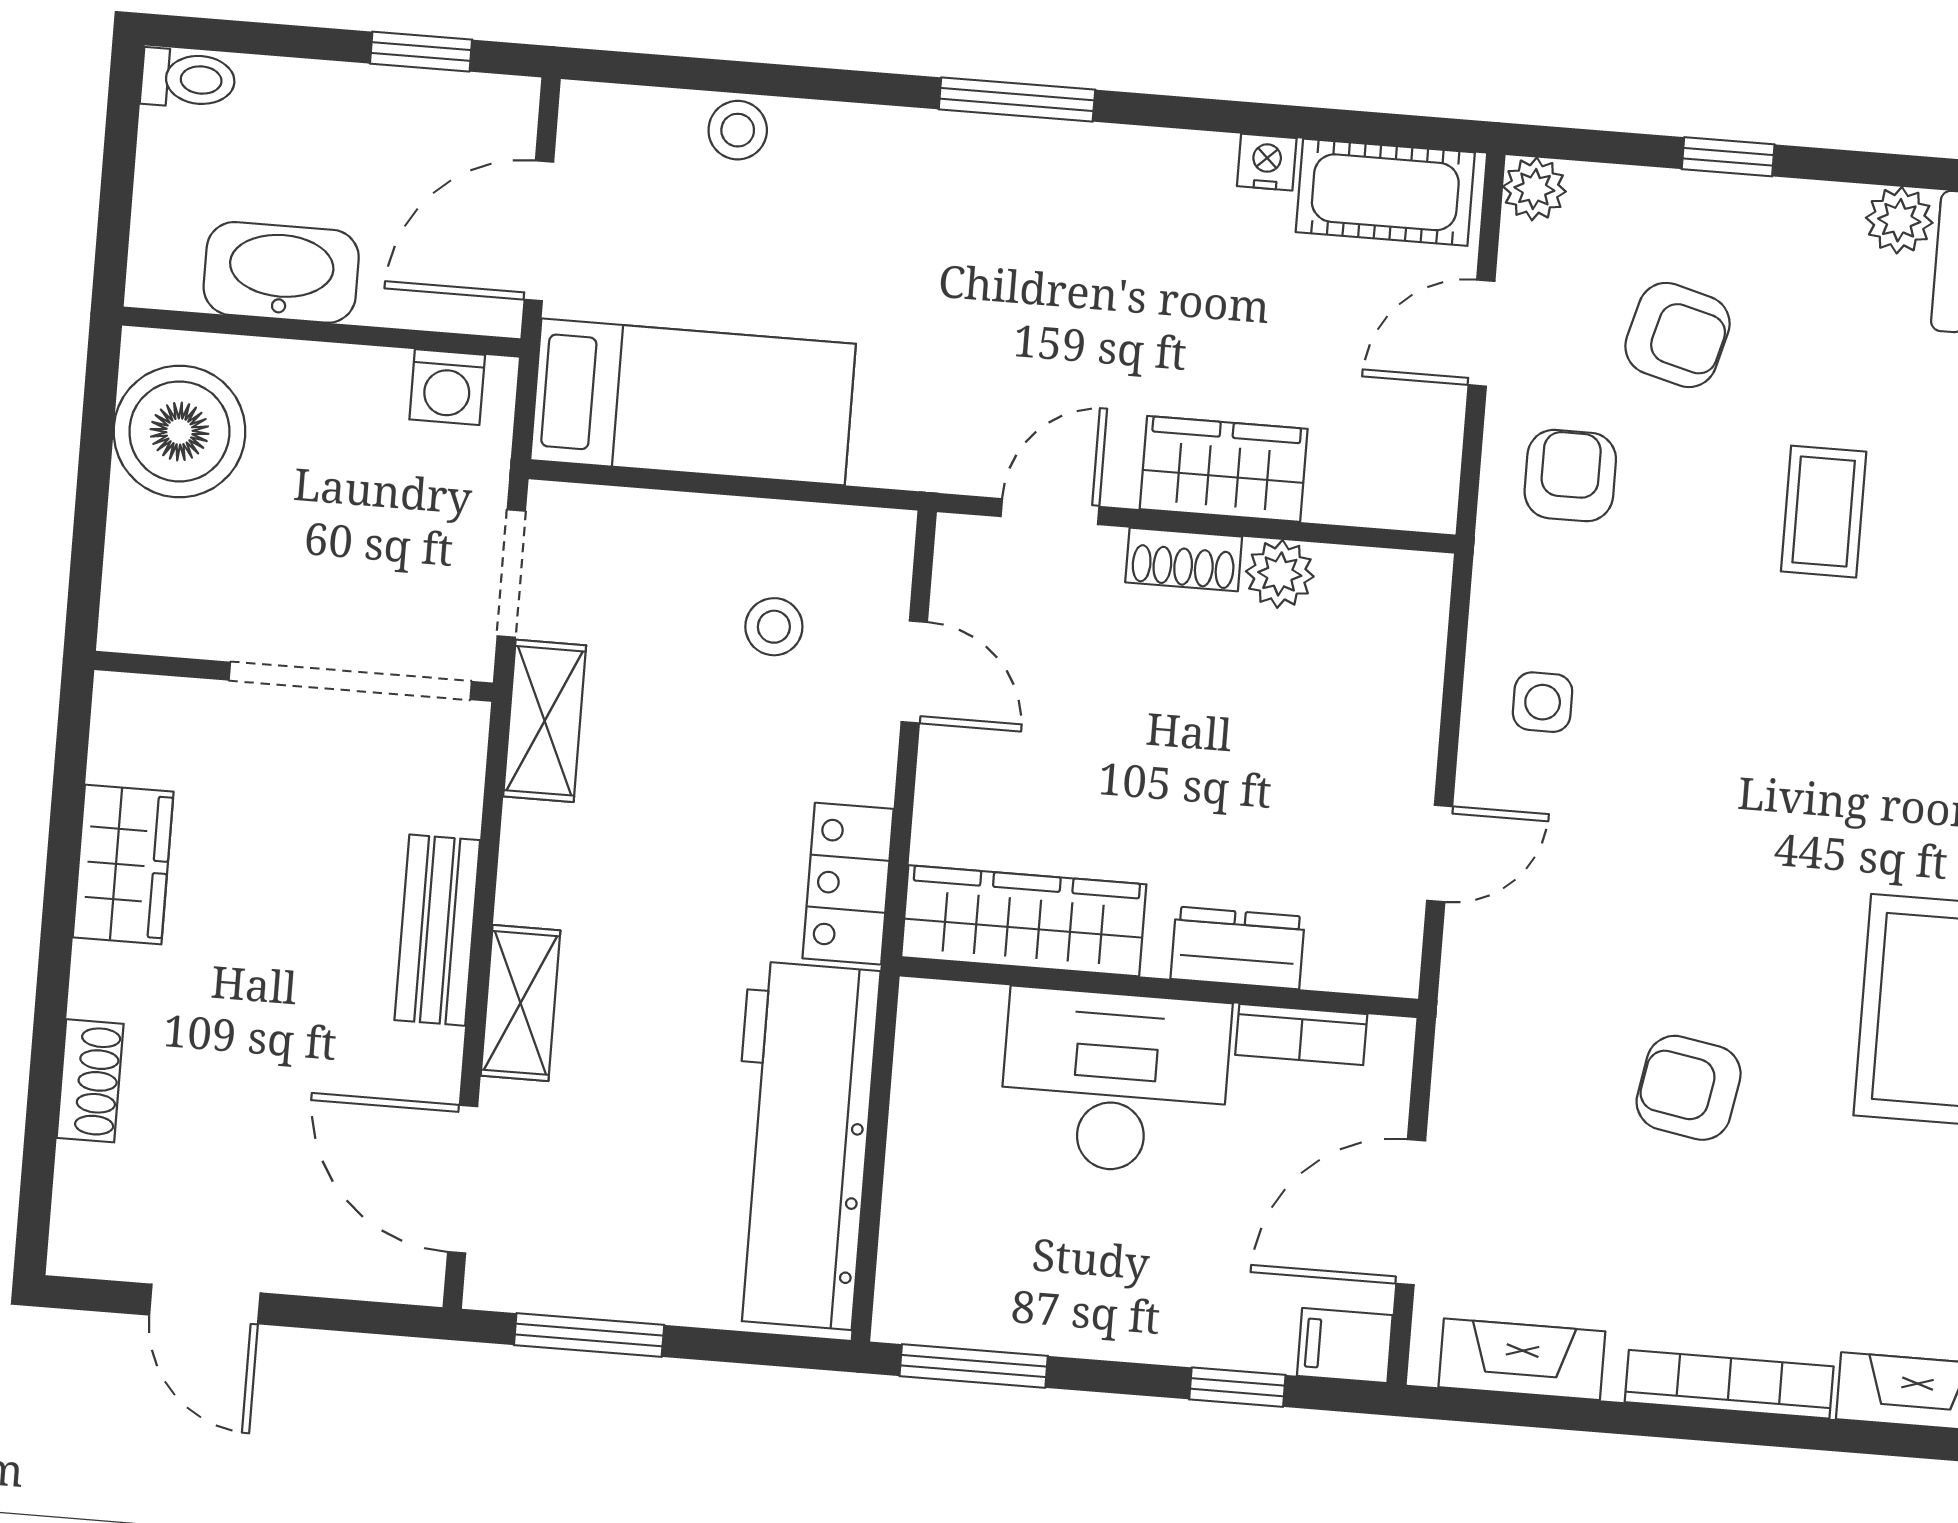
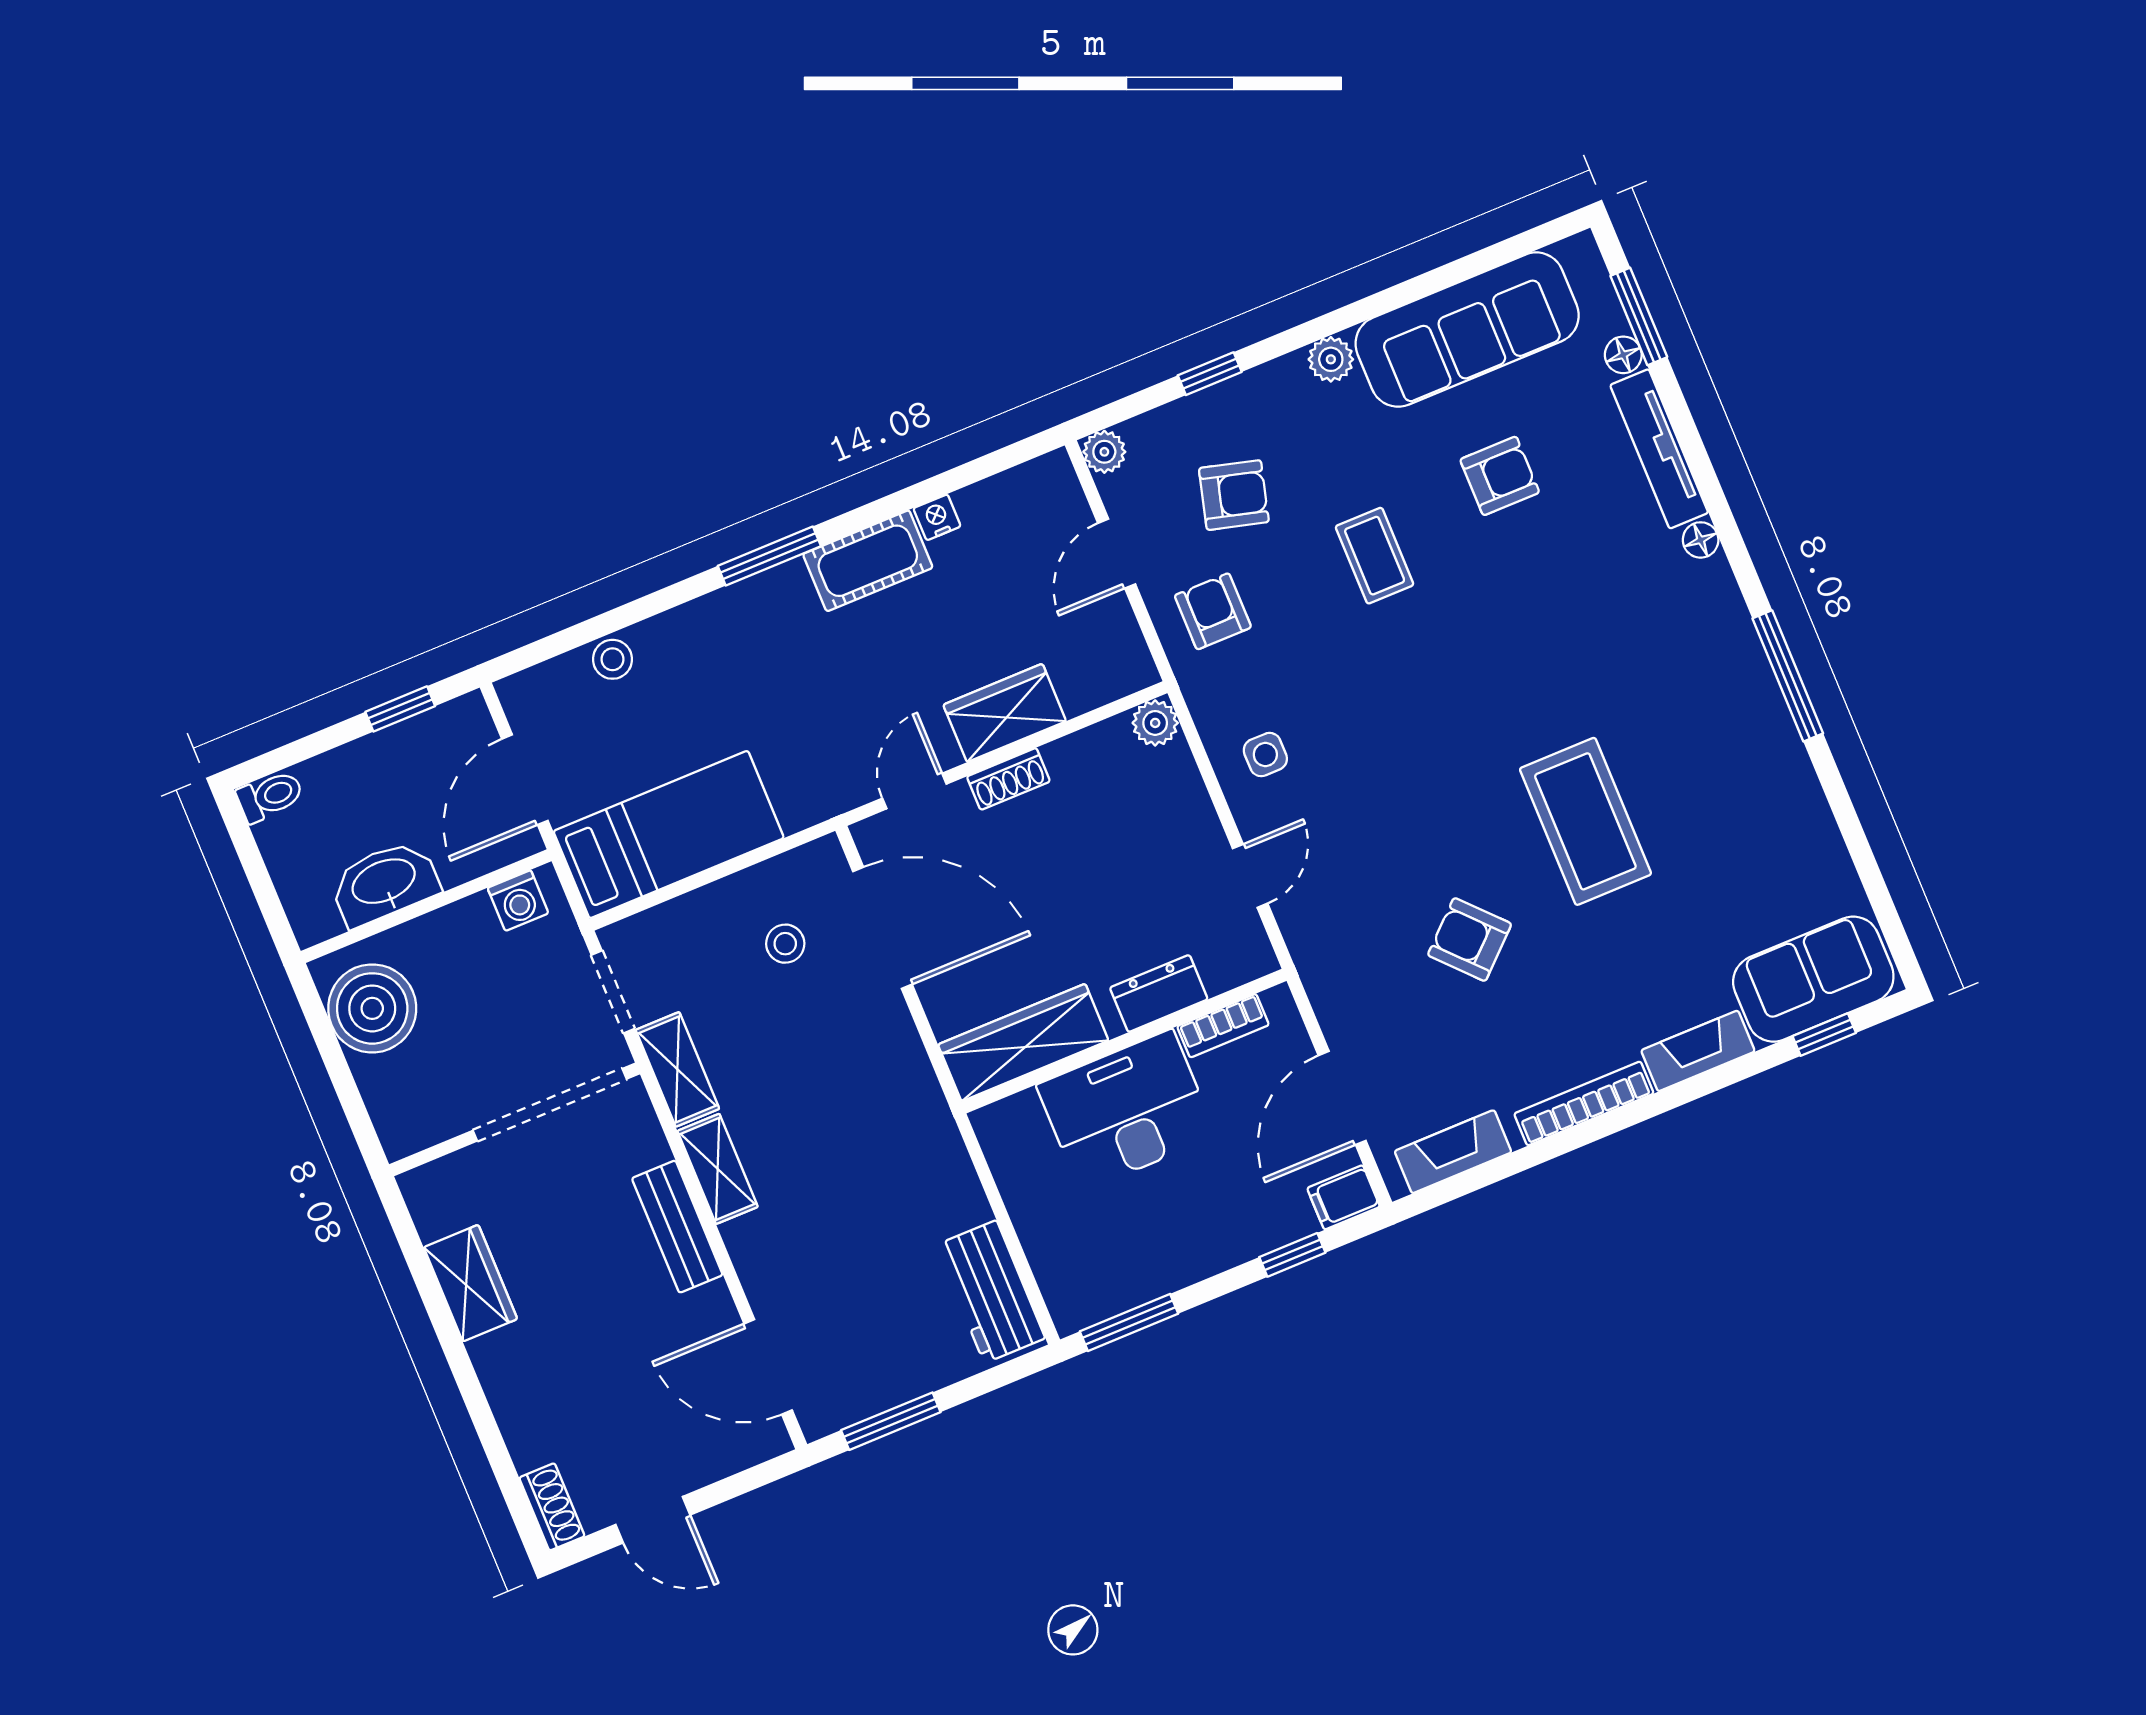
cot: (1385, 192) -> (868, 561), moved
plant: (1280, 574) -> (1155, 723), moved
door: (914, 672) -> (882, 928), width x1.88
locker: (848, 884) -> (907, 1074), removed
shelving: (520, 1003) -> (718, 1169), moved
shoe rack: (90, 1081) -> (552, 1507), moved
armchair: (1689, 1088) -> (1470, 939), turned 37
workbench: (801, 1145) -> (990, 1292), width x0.53, depth x0.76

